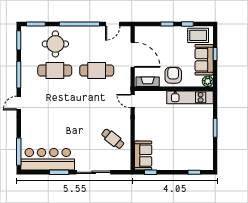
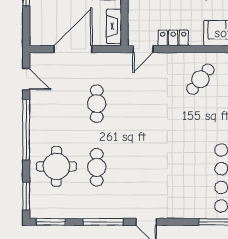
cafe table: (55, 70) -> (97, 167), width x0.73, depth x0.74
cafe table: (97, 70) -> (97, 104), width x0.73, depth x0.74
locker: (140, 121) -> (173, 38), added

